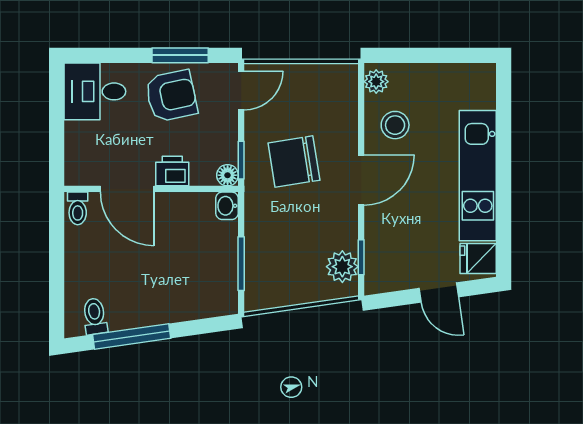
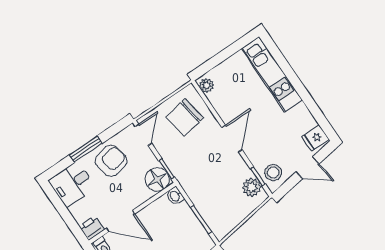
window: (180, 55) -> (86, 149), moved
stool: (395, 125) -> (273, 173), moved
chair: (294, 162) -> (185, 117), moved
printer: (172, 171) -> (92, 228), moved
floor lamp: (228, 175) -> (157, 179), width x1.89, depth x1.89
kitchen unit: (478, 176) -> (272, 74), moved

